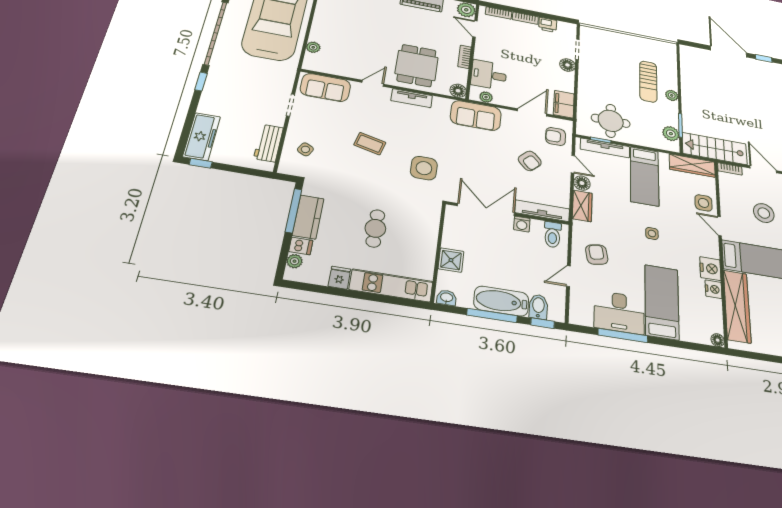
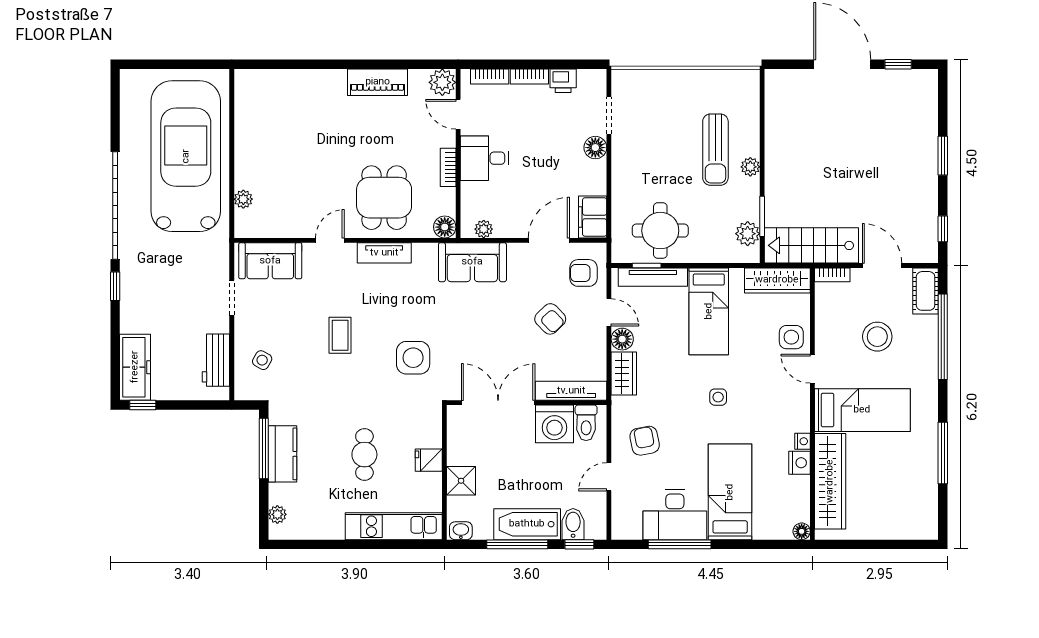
desk: (489, 75) -> (484, 158), moved
coffee table: (370, 144) -> (340, 335), turned 76
washing machine: (522, 224) -> (554, 424), width x1.89, depth x1.89
dishwasher: (301, 246) -> (281, 494), removed
nightstand: (710, 269) -> (803, 441), width x0.53, depth x0.56
fridge: (339, 278) -> (429, 460), moved, turned -90

